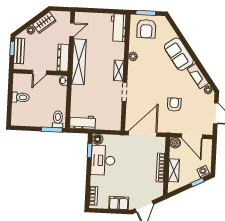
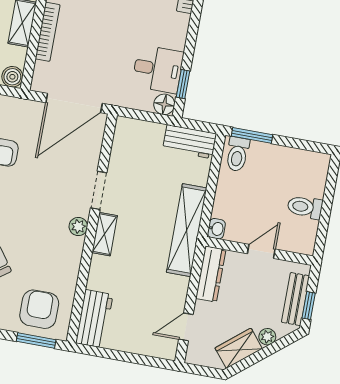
plant: (133, 56) -> (78, 227), moved
shelving: (79, 62) -> (187, 230), moved
desk: (103, 160) -> (158, 69), width x0.73

